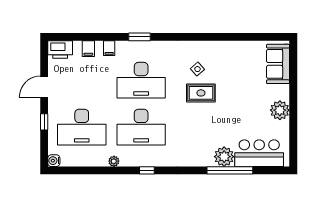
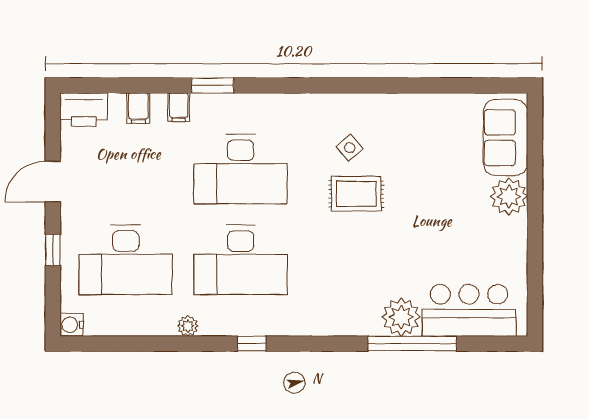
window: (139, 37) -> (213, 85), moved
plant: (280, 110) -> (509, 197), moved

